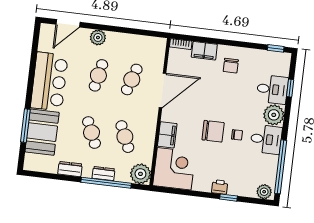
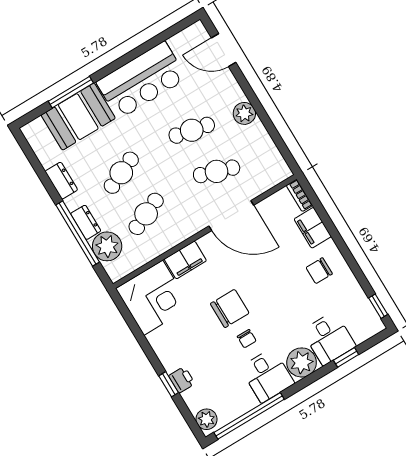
plant: (98, 37) -> (244, 113), moved
chair: (213, 131) -> (230, 308), turned -90
plant: (140, 174) -> (107, 246), moved
printer: (220, 187) -> (182, 380), moved

